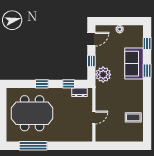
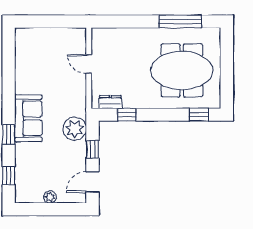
sofa: (134, 64) -> (28, 118), moved
window: (42, 84) -> (199, 115), moved
door: (94, 117) -> (89, 64), hinge flipped
coffee table: (133, 117) -> (30, 64), removed

